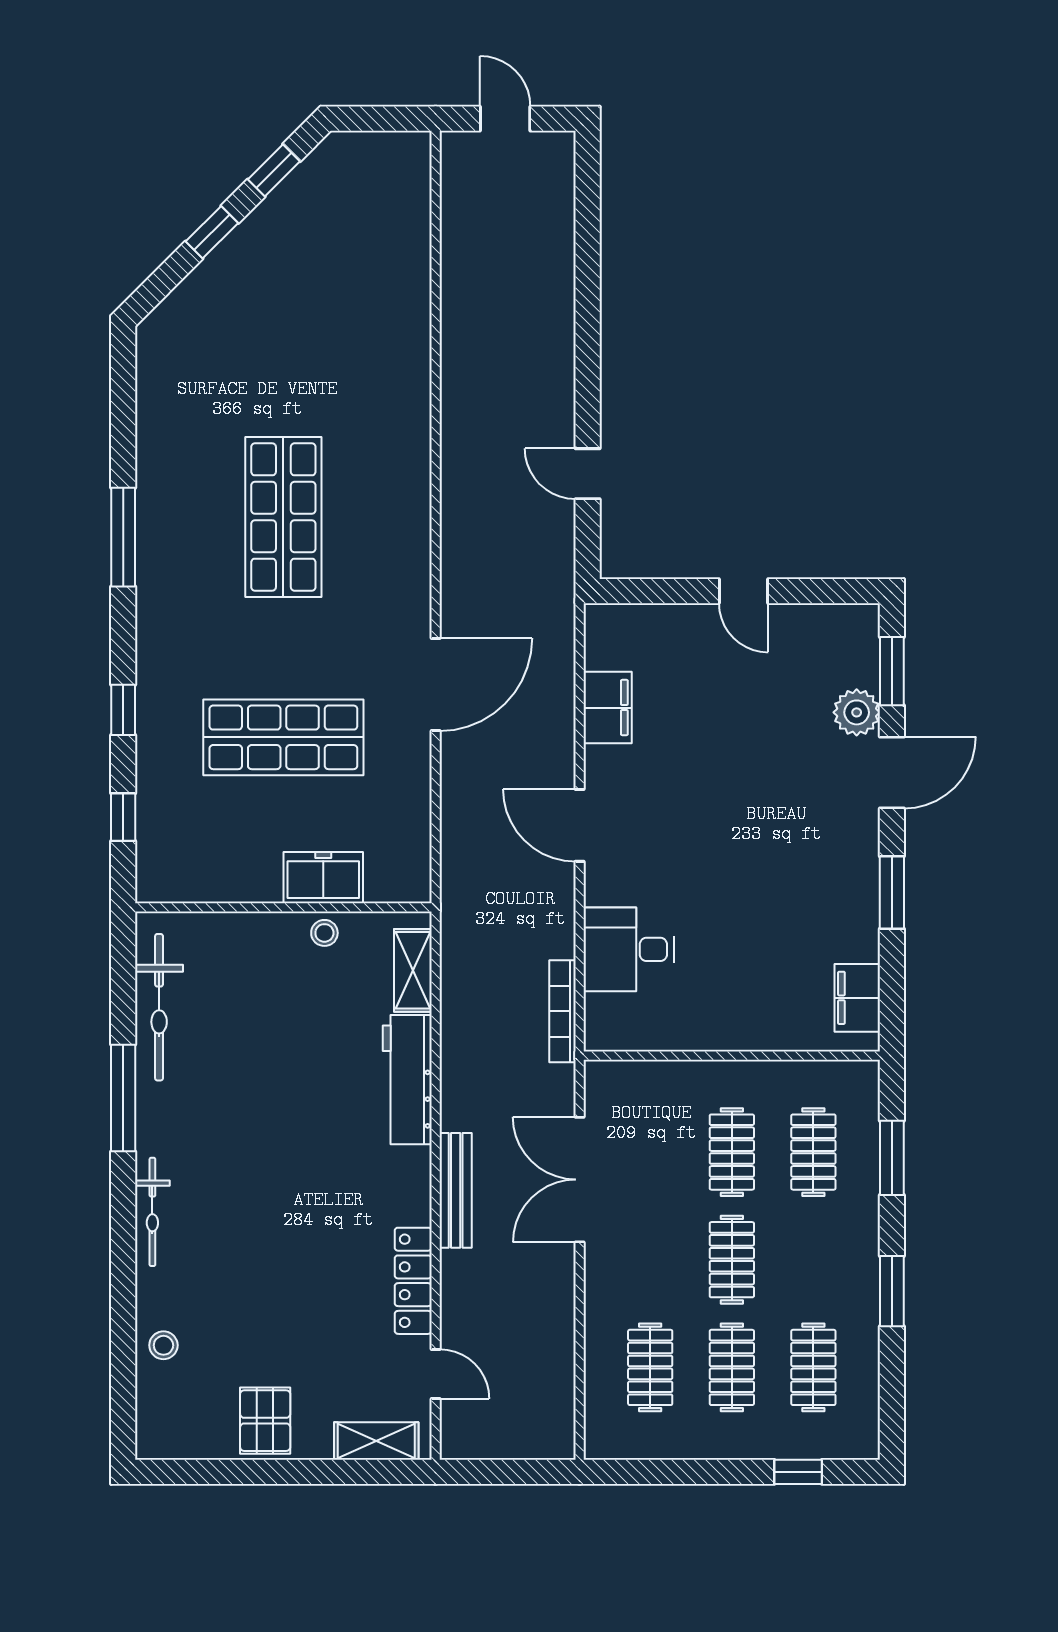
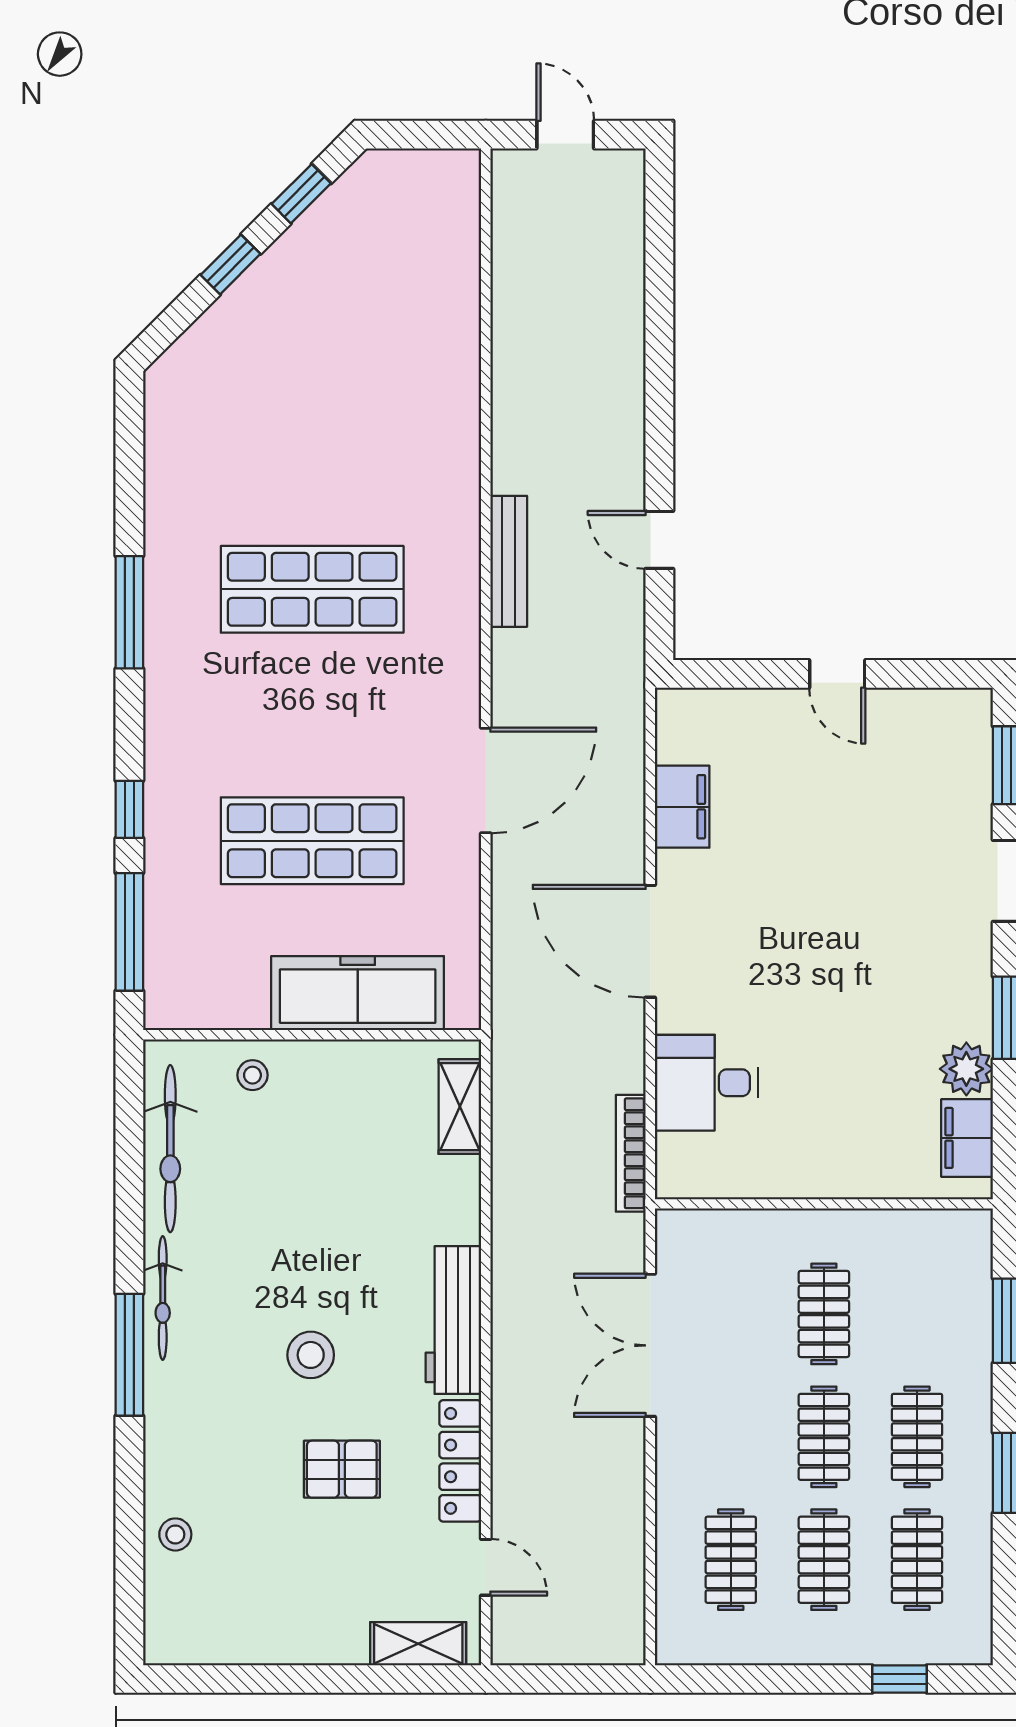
shop shelf: (283, 517) -> (312, 589), turned 90
plant: (857, 712) -> (966, 1069), moved
window: (123, 817) -> (129, 932), width x2.17
door: (580, 825) -> (650, 941), width x1.36
freezer: (323, 878) -> (358, 993), width x1.91, depth x1.26
stool: (324, 933) -> (252, 1075), moved
workbench: (407, 1080) -> (453, 1320), moved
window: (123, 1098) -> (129, 1355), moved
clothes rail: (813, 1152) -> (917, 1437), moved
stool: (282, 1188) -> (311, 1355), added
bench: (456, 1190) -> (509, 561), moved
bicycle: (152, 1212) -> (163, 1298), moved
pallet: (265, 1421) -> (342, 1469), moved, turned 90

